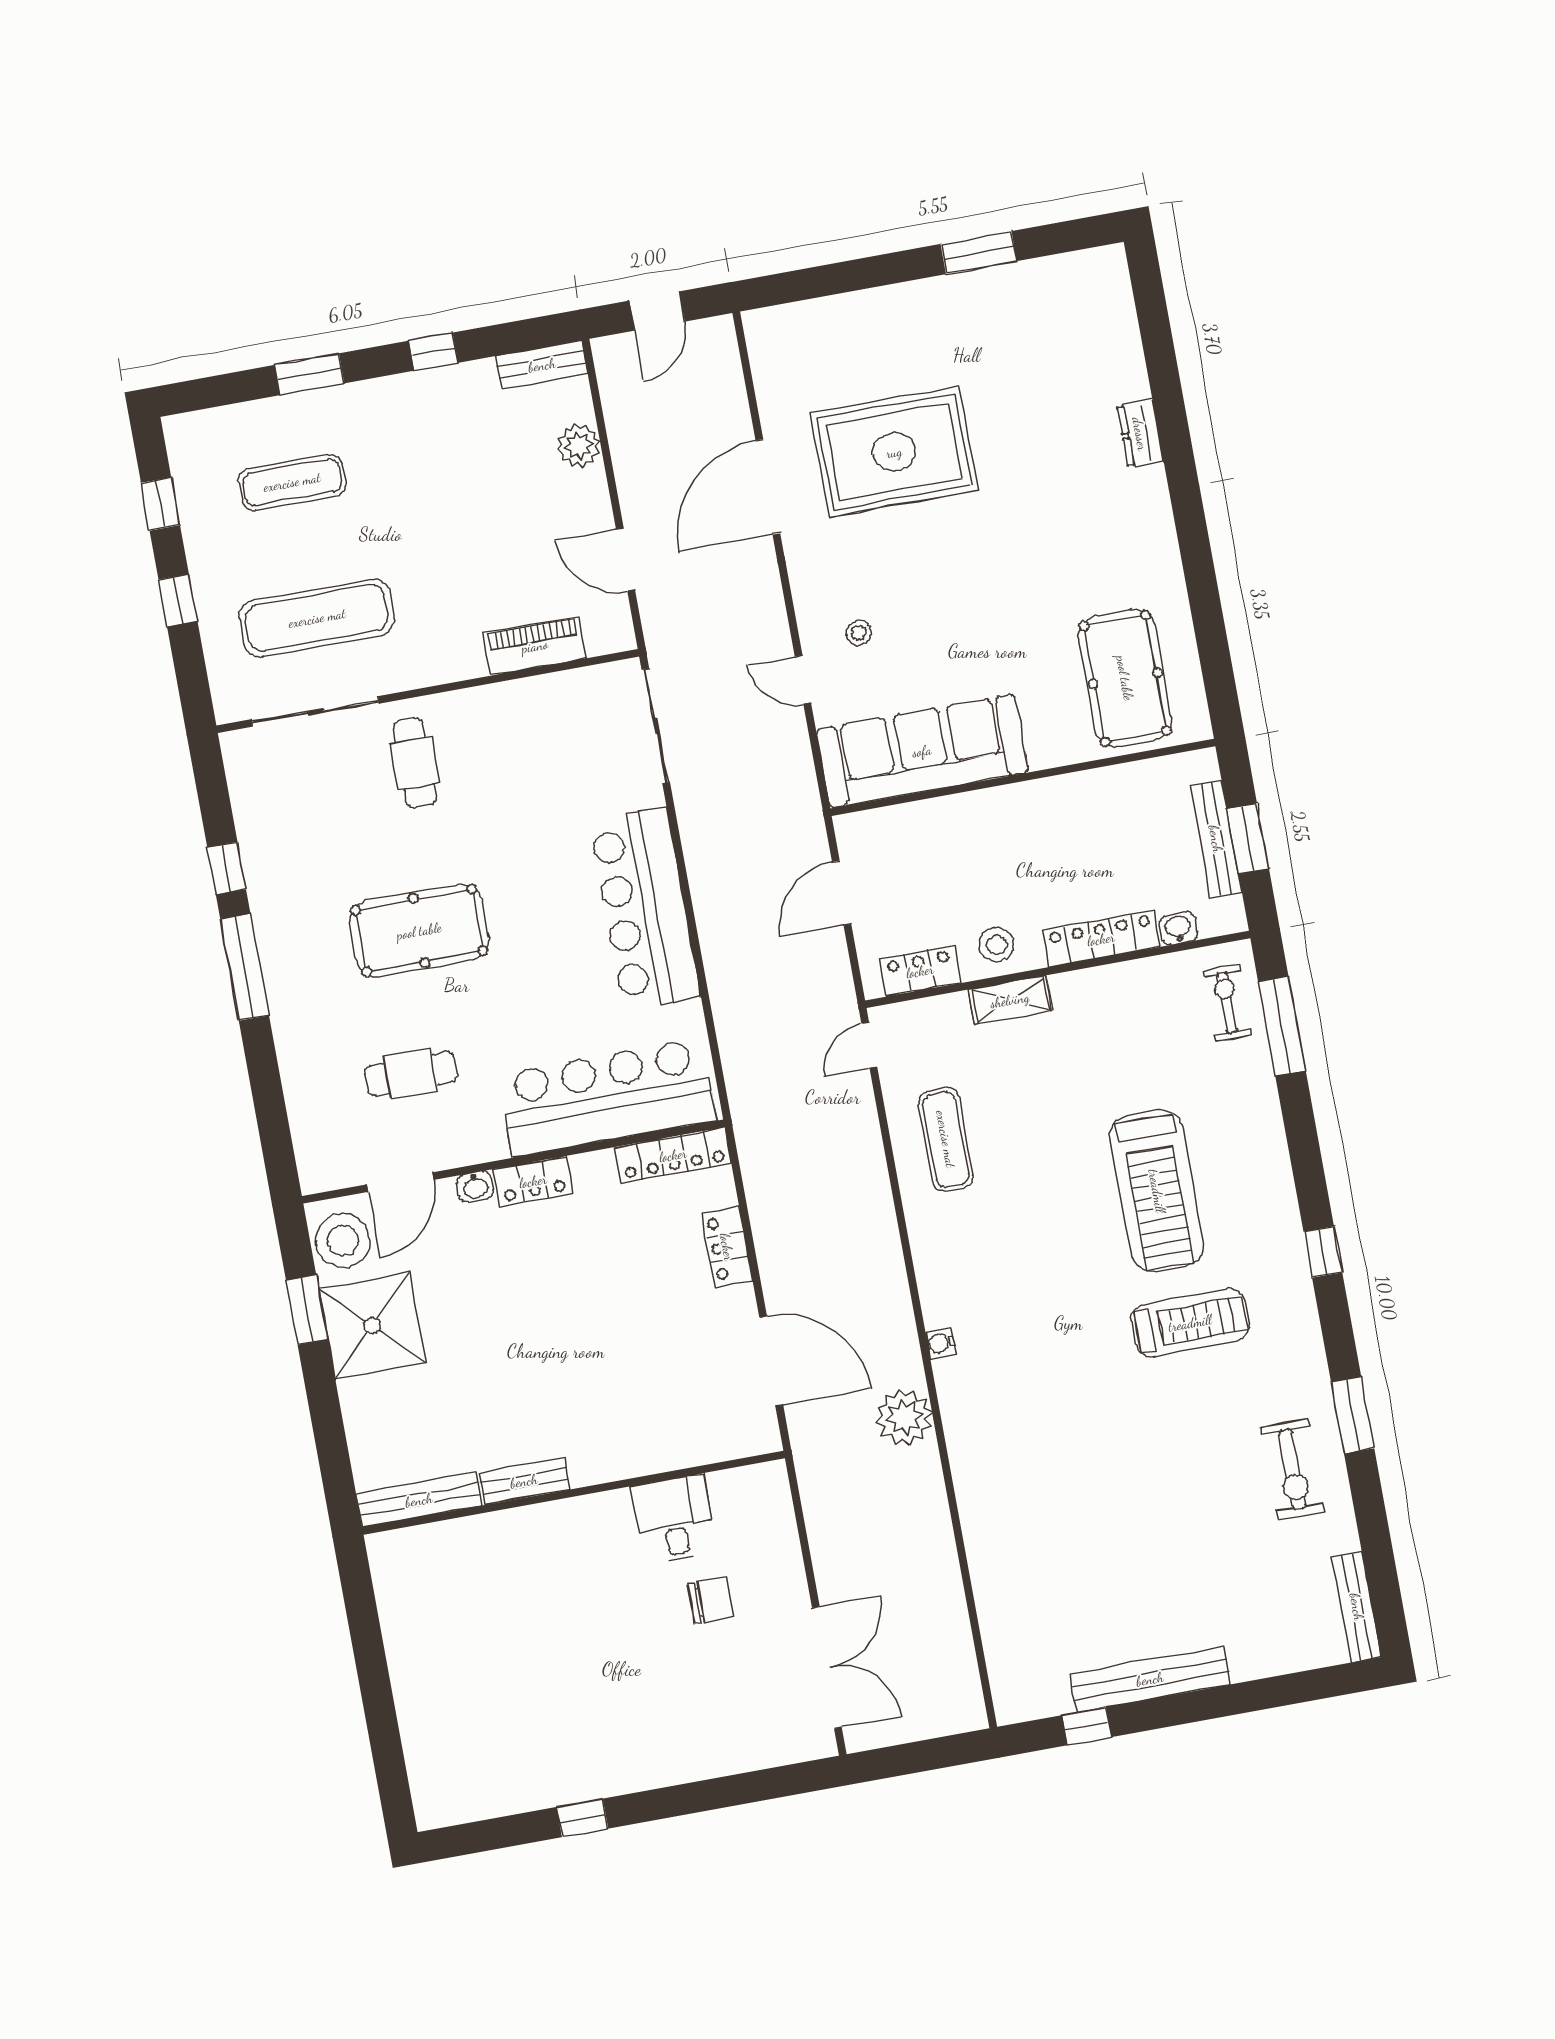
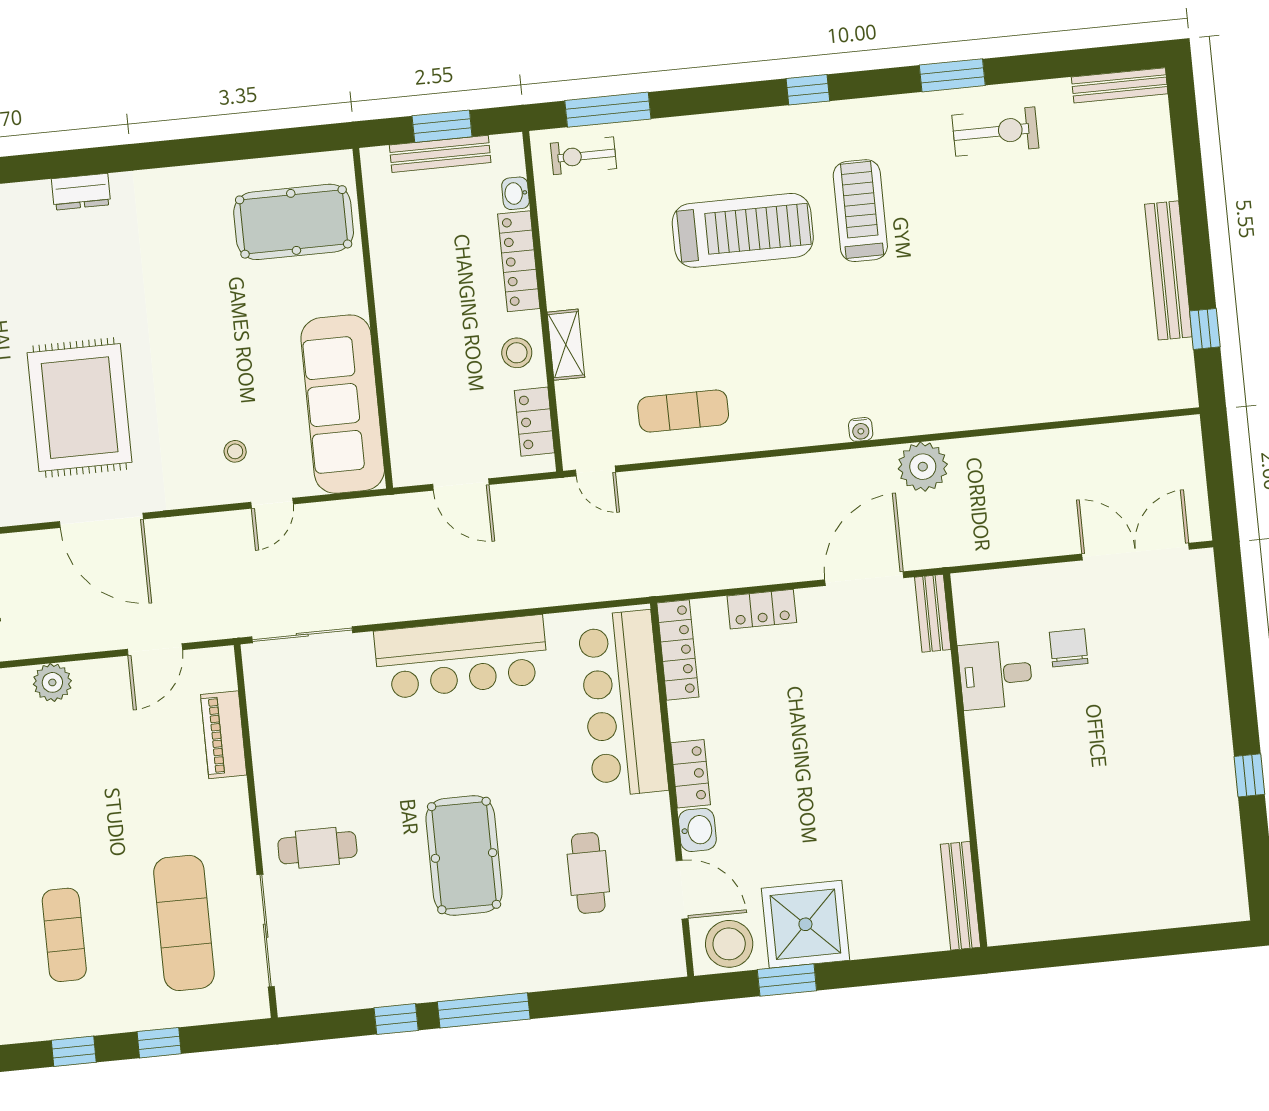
washbasin: (475, 1187) -> (697, 830), width x1.38, depth x1.45
bench: (524, 1481) -> (933, 613), moved

